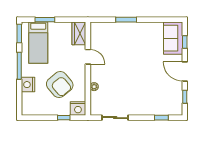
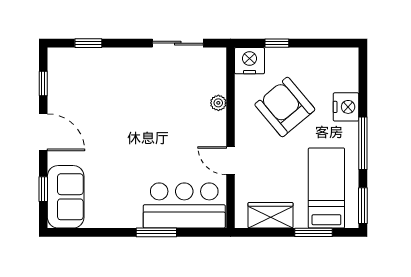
wardrobe: (79, 33) -> (271, 215), moved, turned -90
bar counter: (112, 34) -> (184, 205), added

